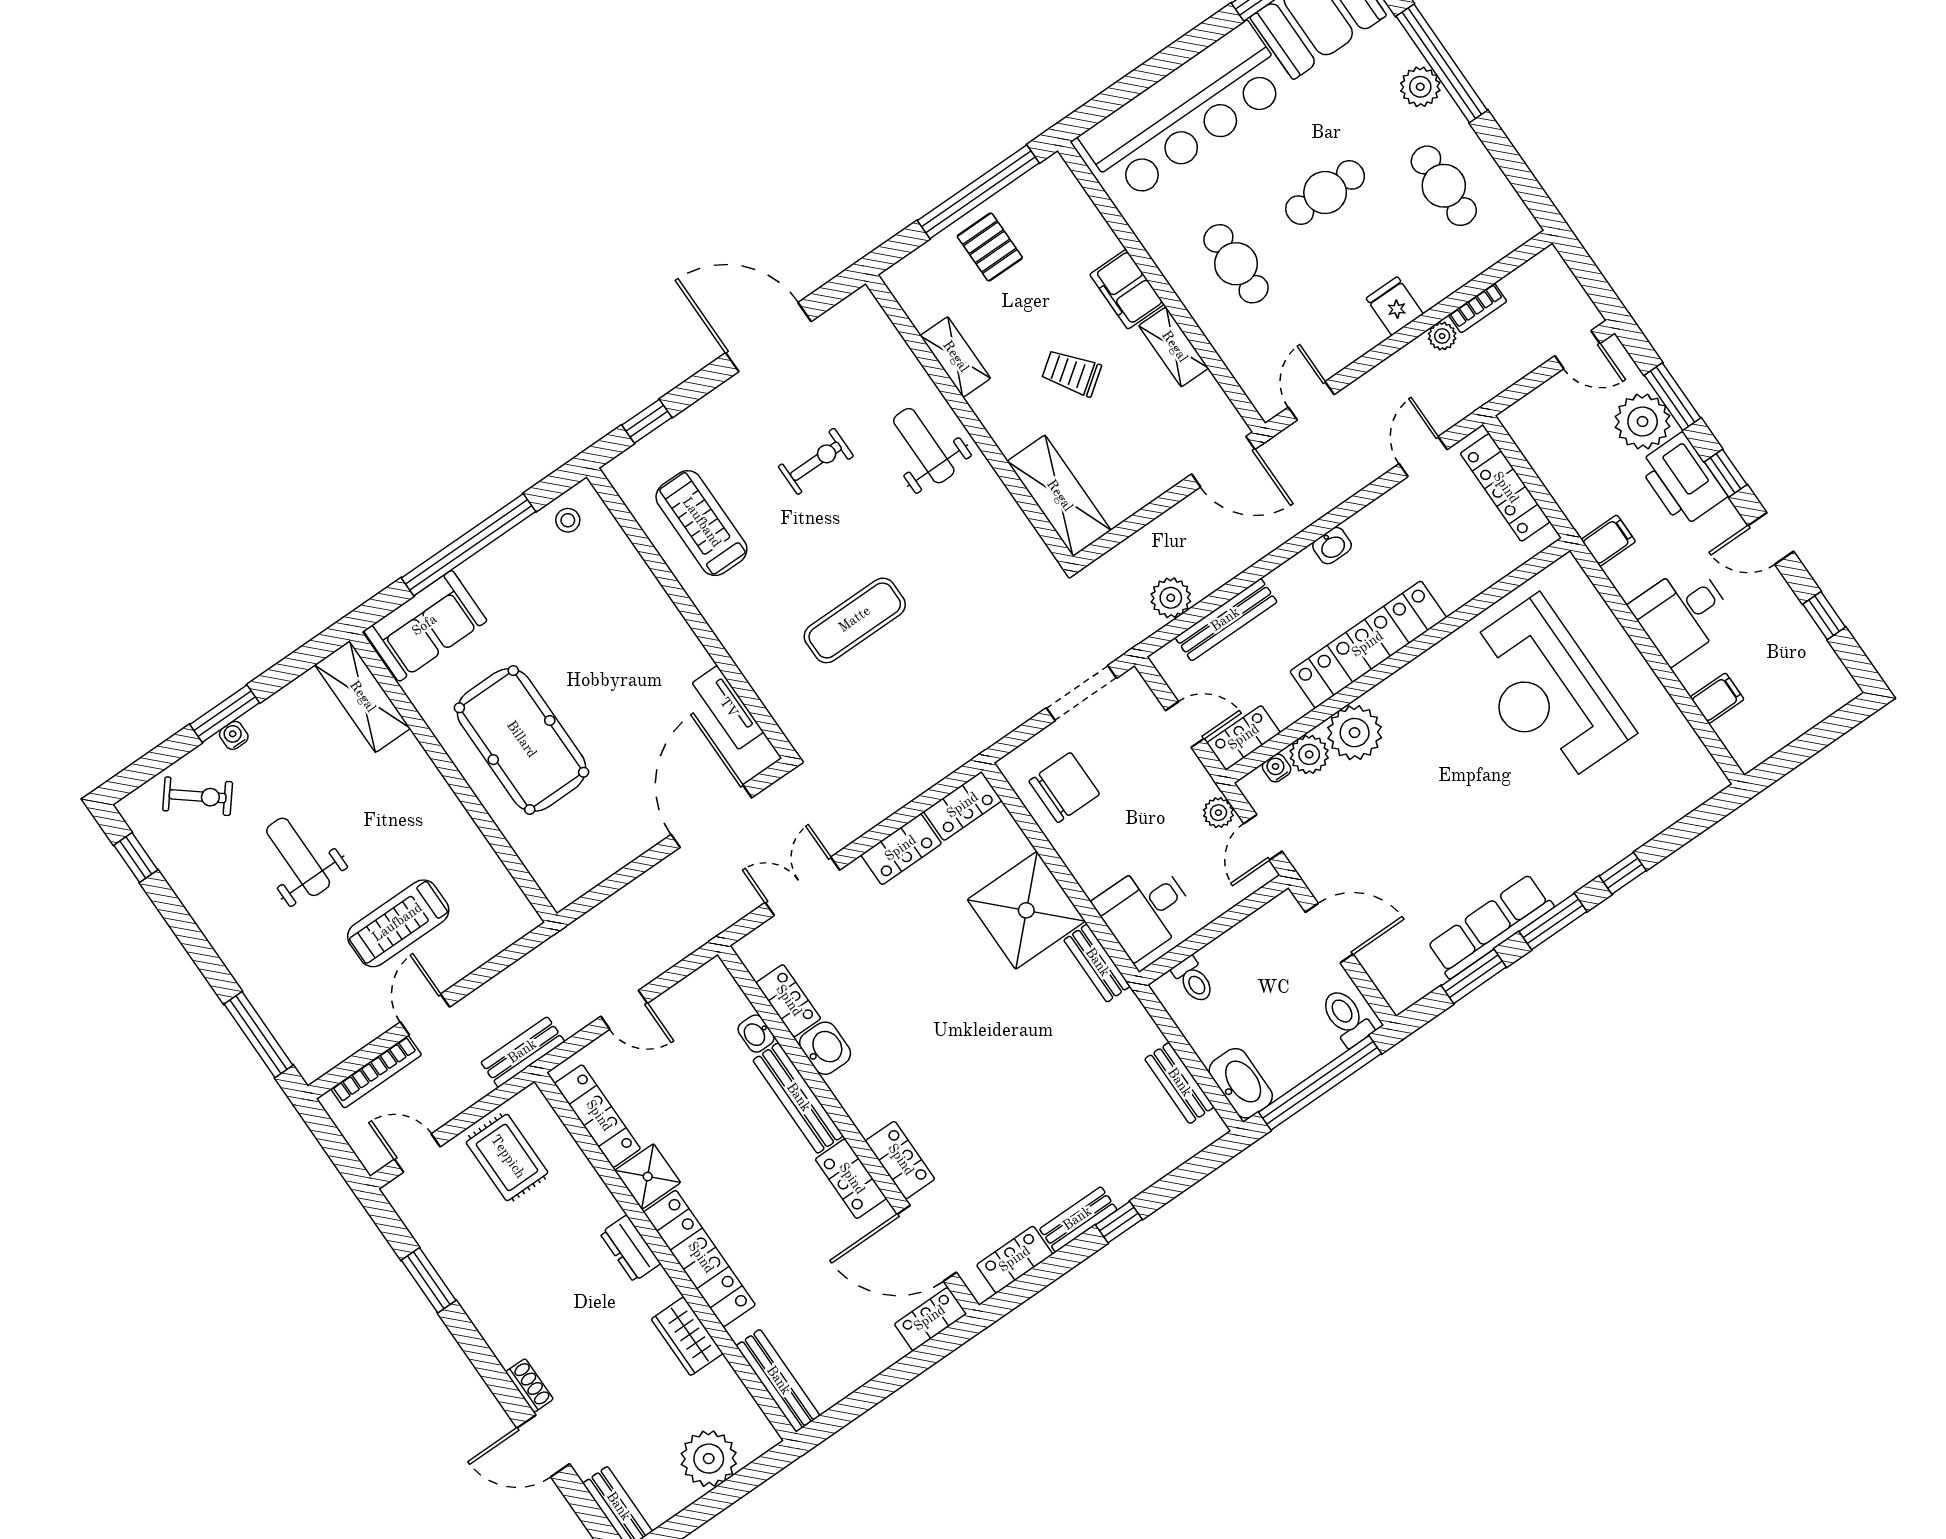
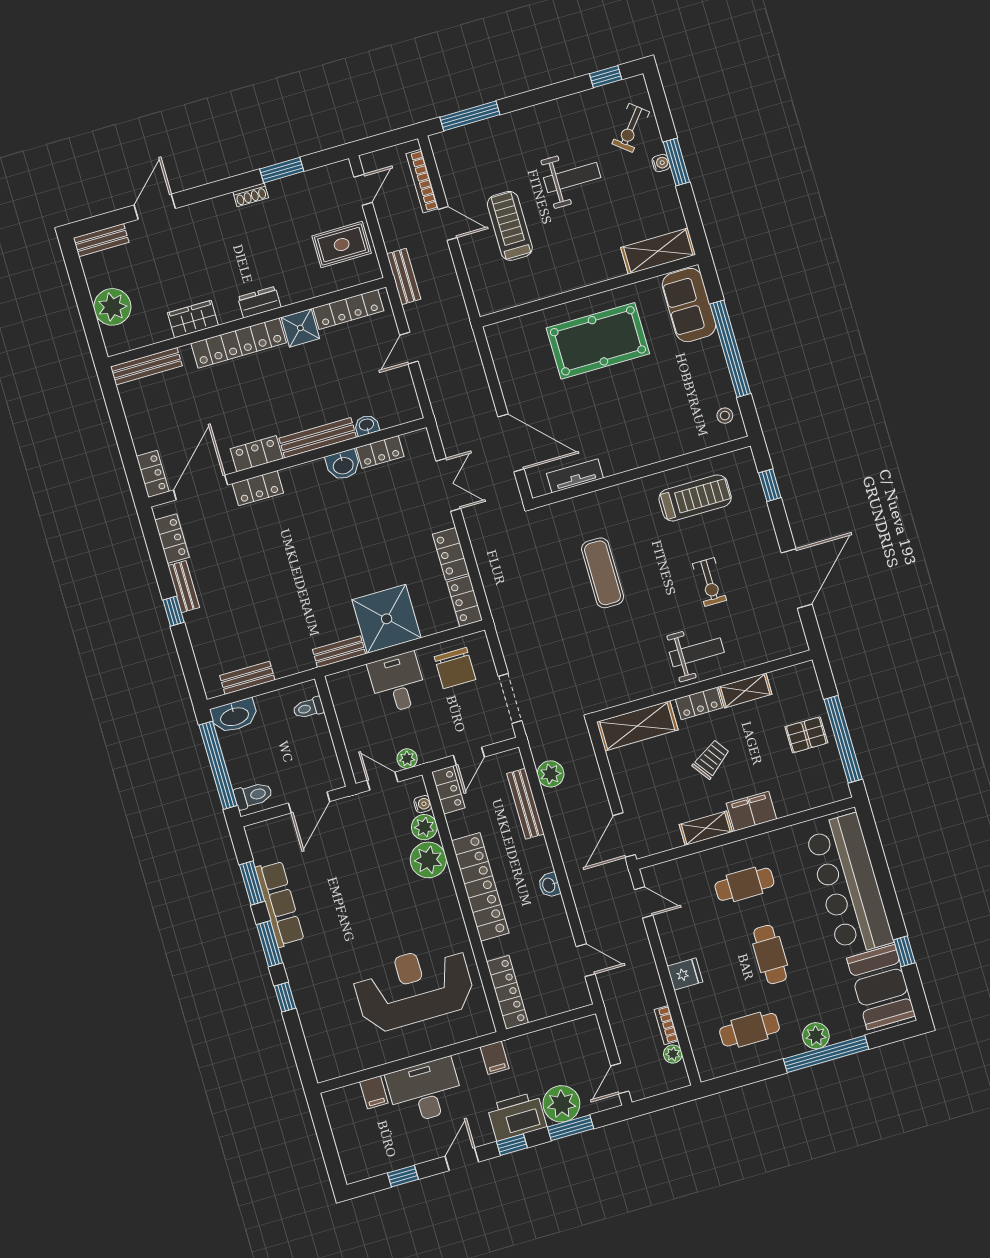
plant: (1442, 336) -> (673, 1054), moved
locker: (997, 417) -> (699, 703), added
locker: (1505, 488) -> (507, 992), moved, turned 90
desk: (1682, 613) -> (425, 1091), width x1.37
desk: (1145, 910) -> (397, 683), moved
shoe rack: (529, 1385) -> (251, 195), moved

